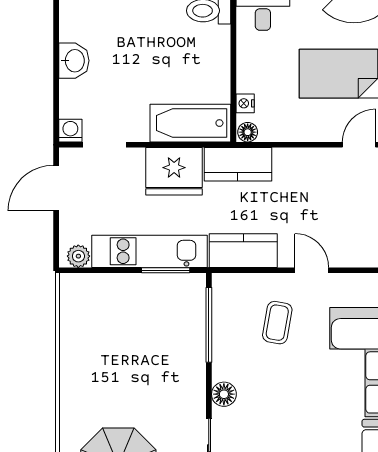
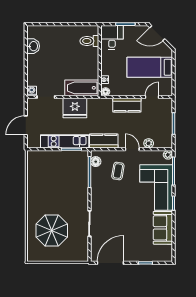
washbasin: (74, 61) -> (33, 46), moved
kitchen counter: (238, 164) -> (127, 105), moved
door: (56, 188) -> (26, 125), moved
plant: (78, 256) -> (149, 143), moved
floor lamp: (224, 394) -> (96, 162), moved

